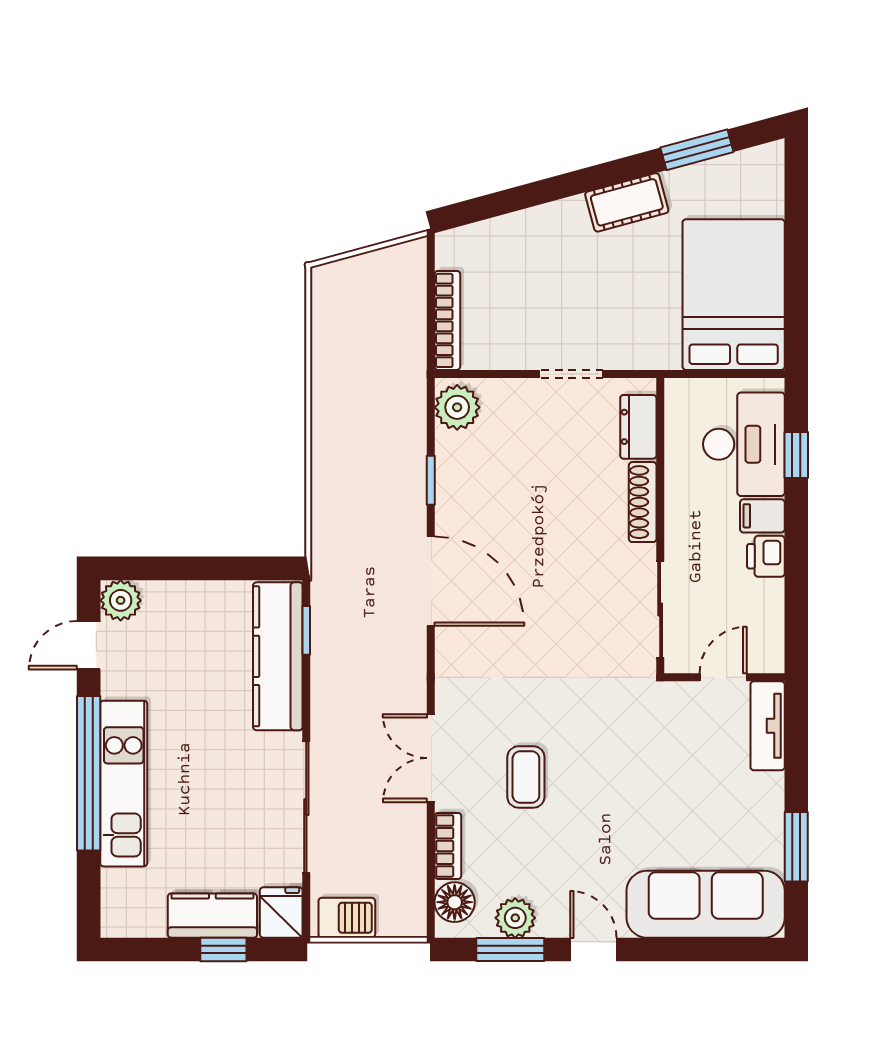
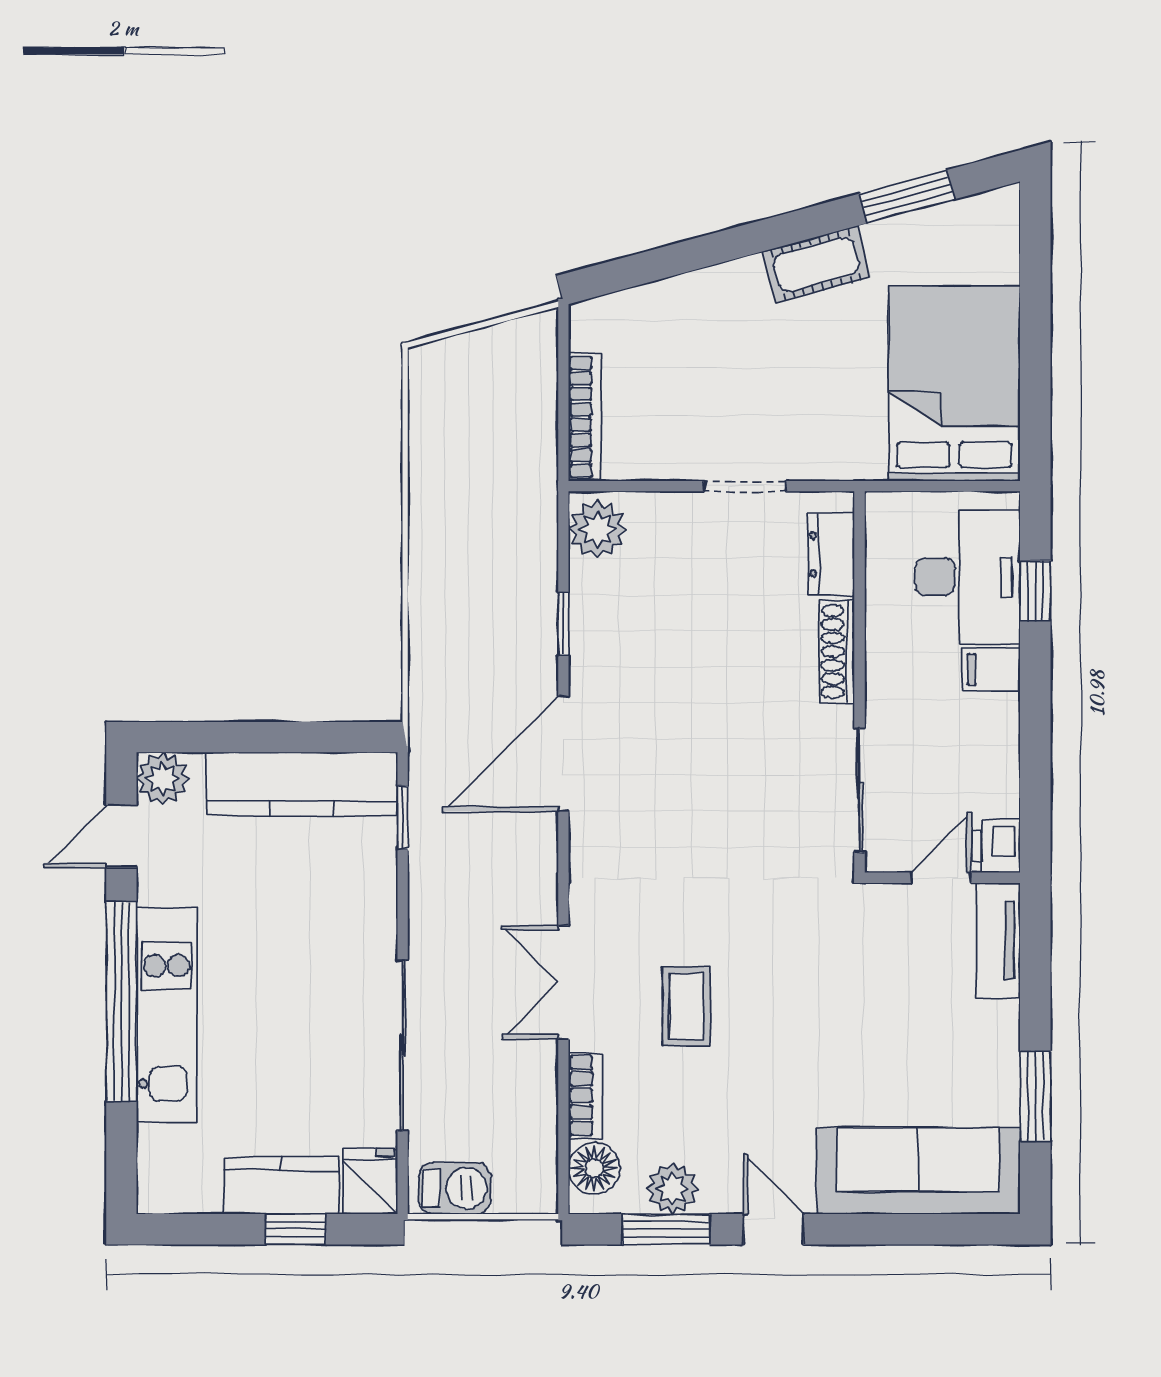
printer: (766, 556) -> (996, 846), moved
door: (431, 581) -> (563, 754), swing flipped
kitchen counter: (278, 656) -> (302, 784), moved, turned -90

